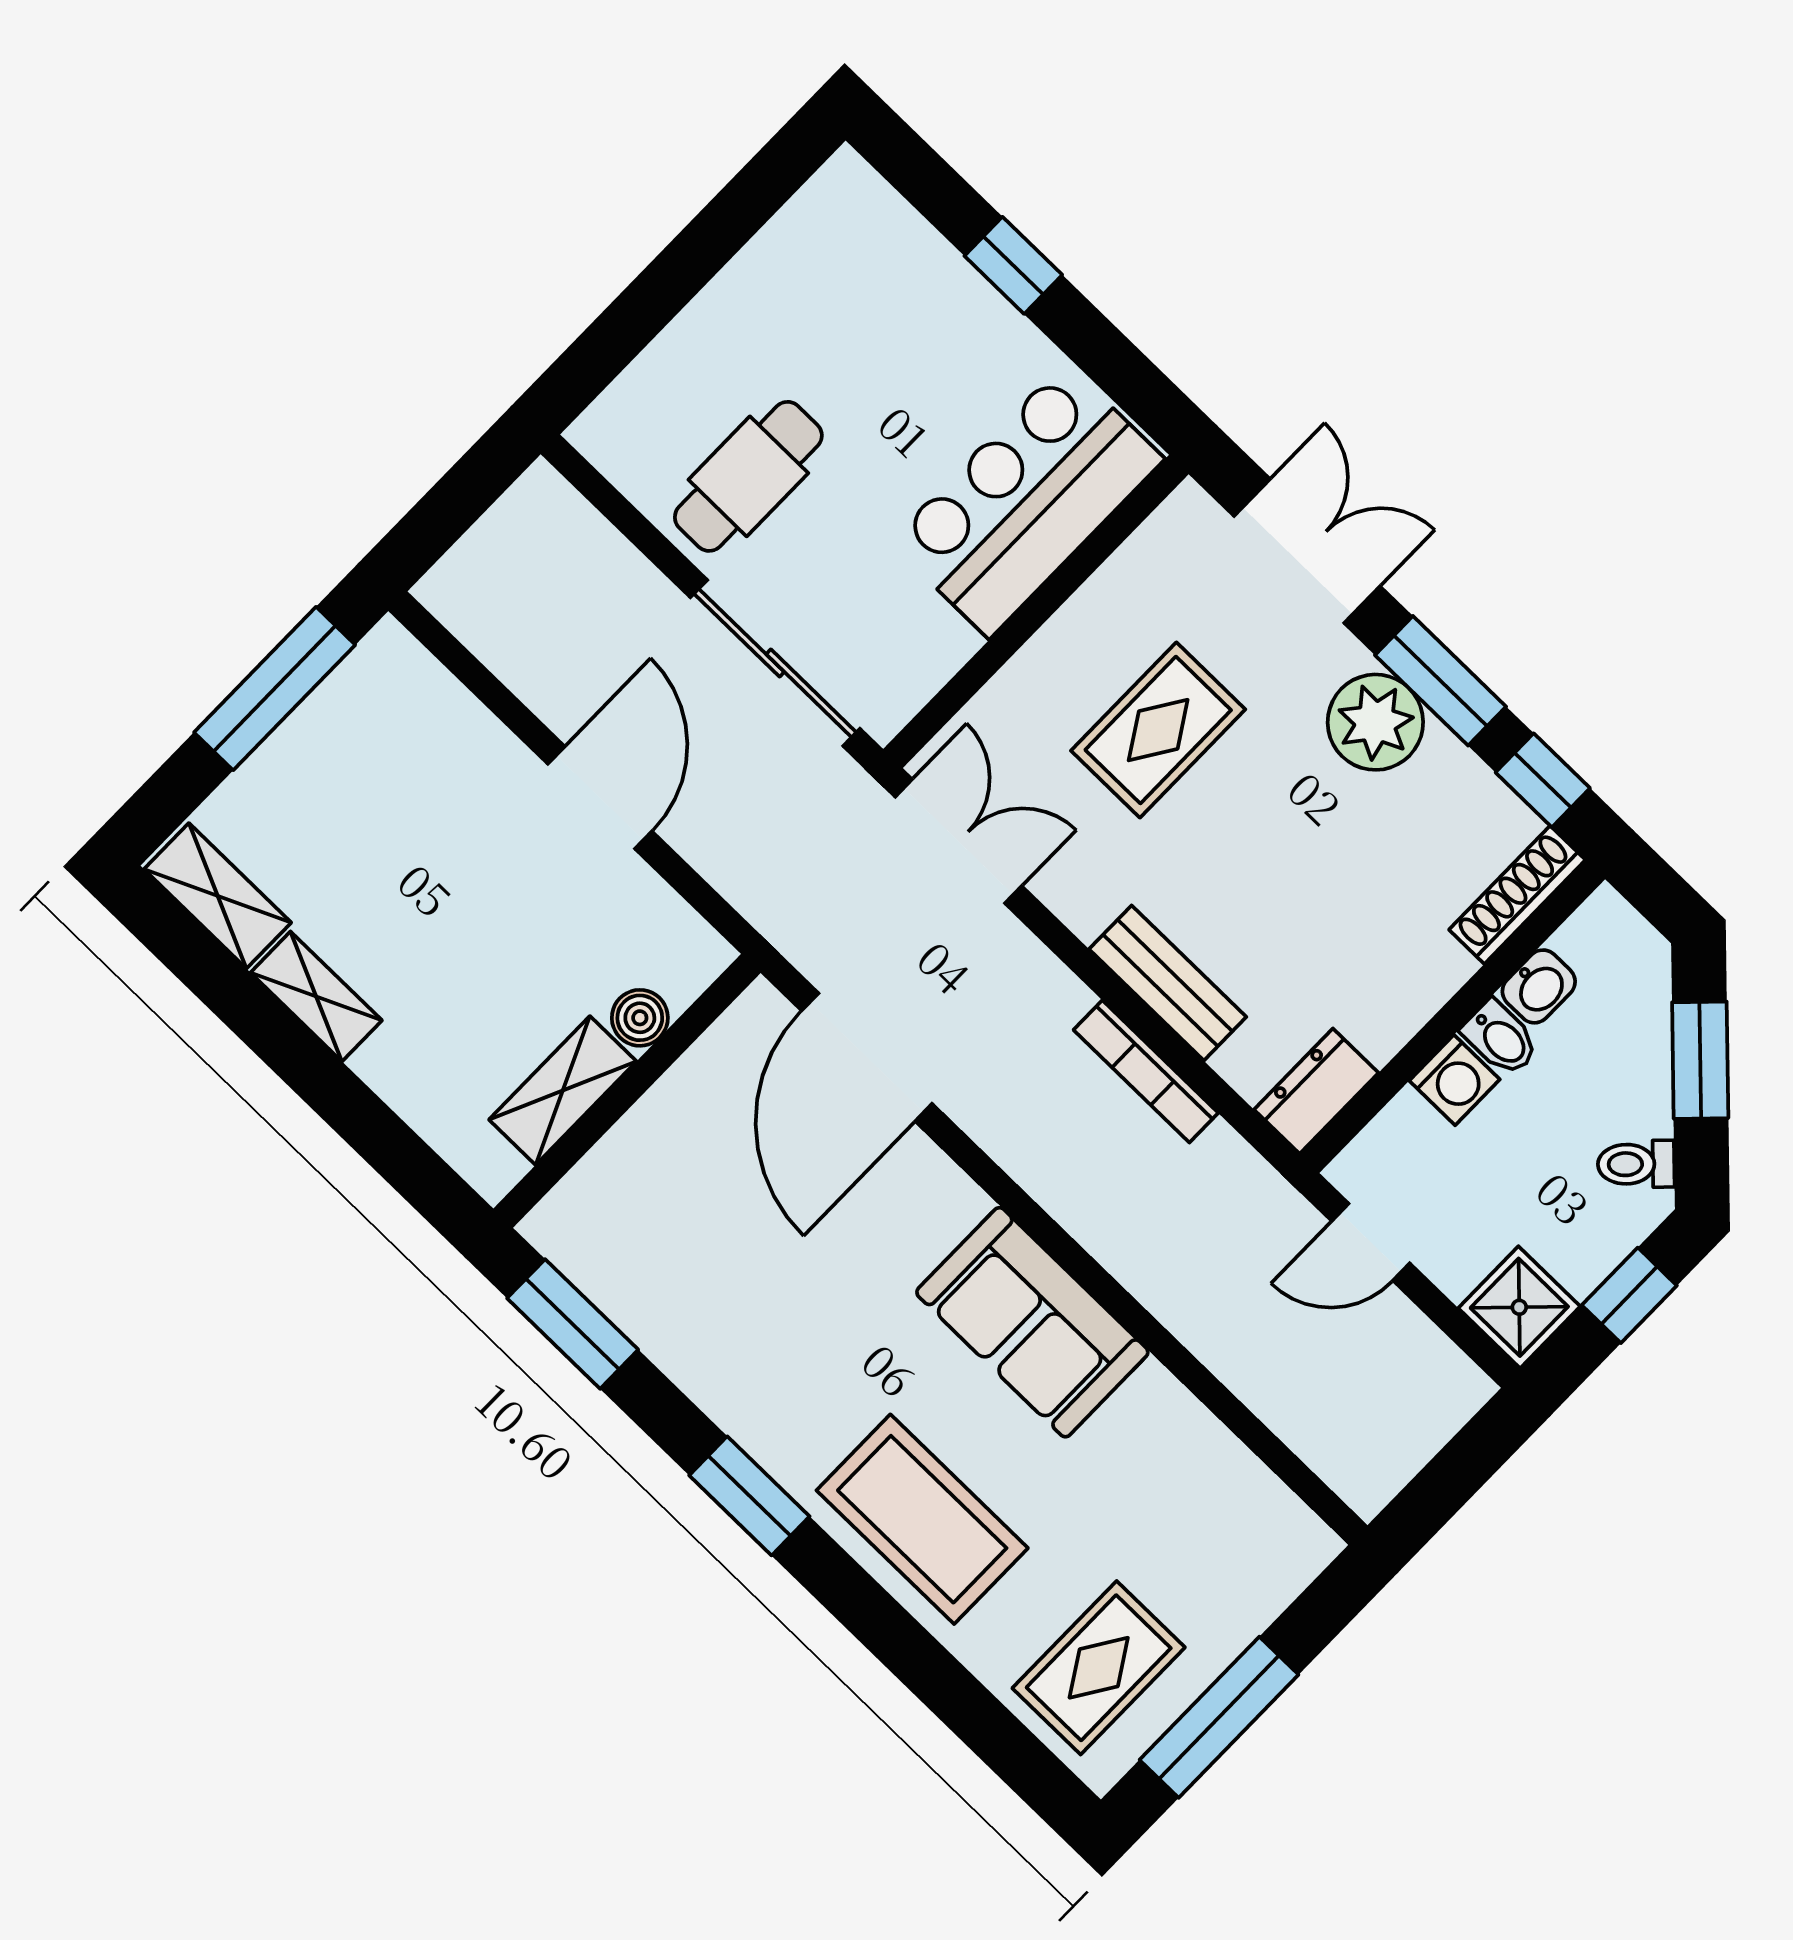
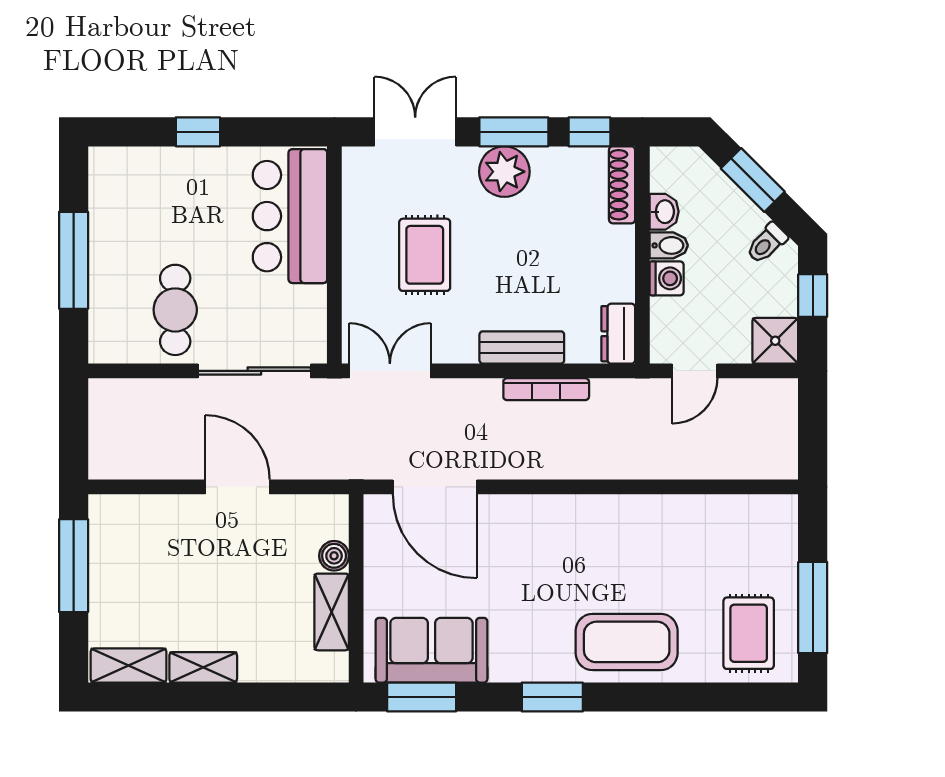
window: (676, 276) -> (74, 260), added
sofa: (1032, 1322) -> (431, 650), moved, turned 180

